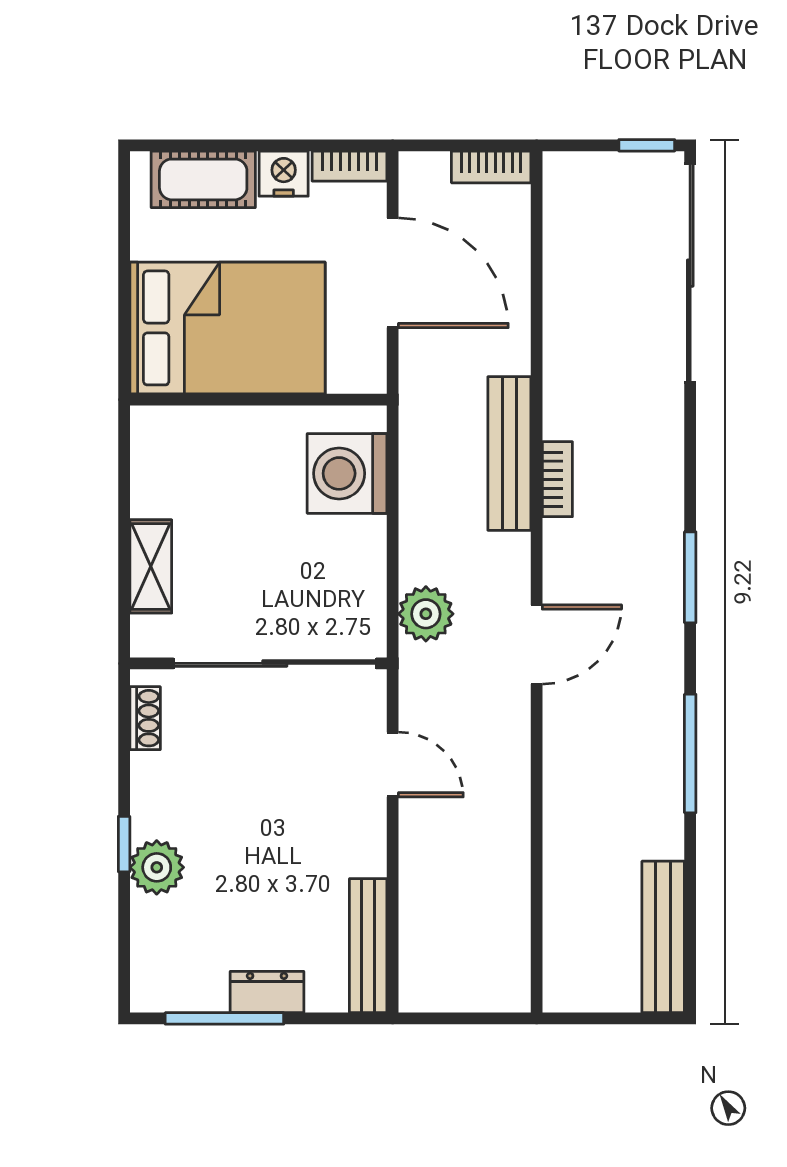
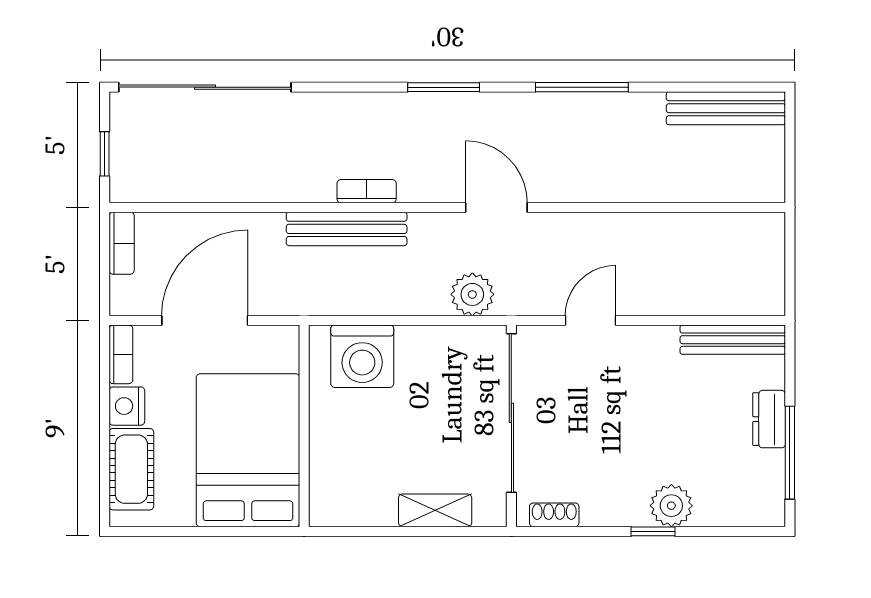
window: (647, 145) -> (105, 154), moved

